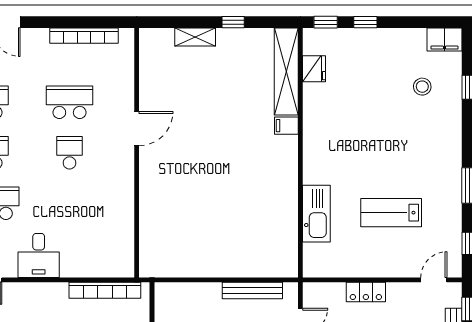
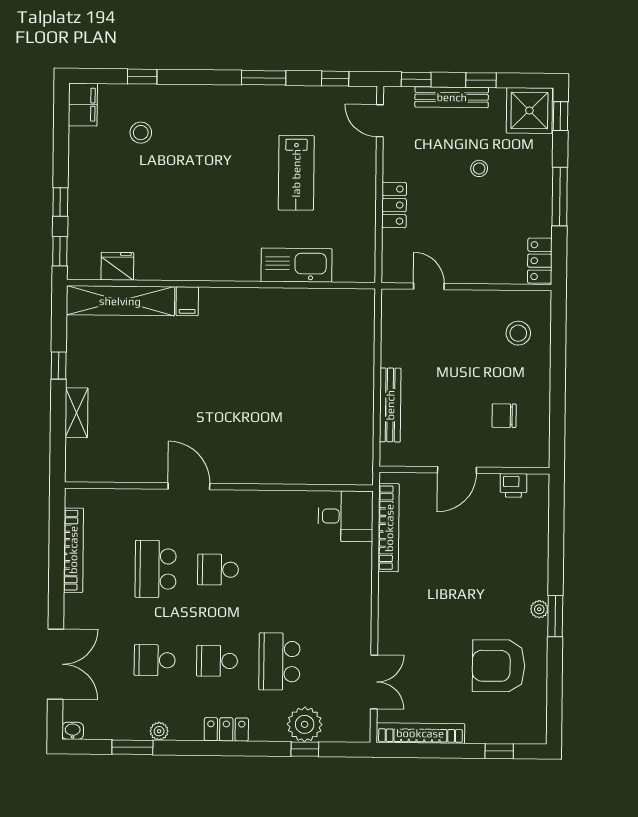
desk: (39, 255) -> (346, 516), moved
bench: (252, 291) -> (390, 405), moved

